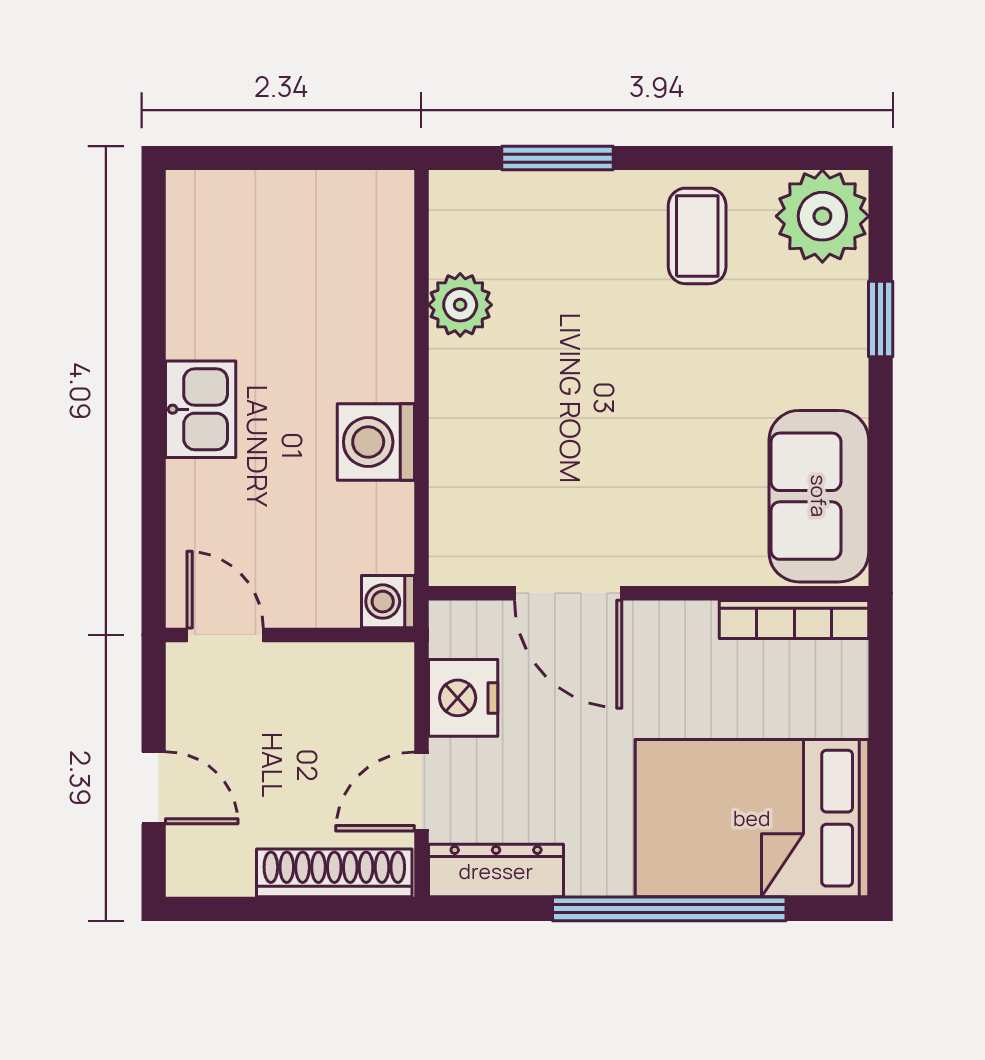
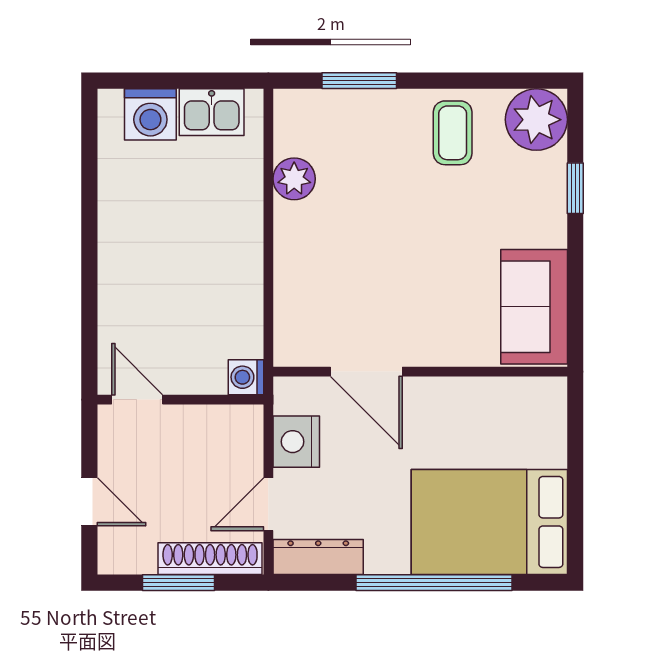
kitchen sink: (201, 409) -> (212, 112), moved, turned 90
washing machine: (376, 442) -> (150, 114), moved, turned -90
bookcase: (794, 619) -> (517, 389), removed
window: (287, 909) -> (178, 583), added

